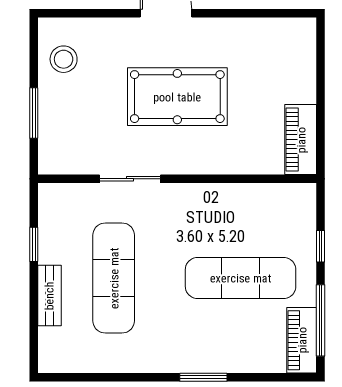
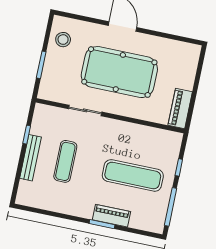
pool table: (177, 97) -> (119, 72), width x1.36, depth x1.32
exercise mat: (114, 278) -> (65, 161), width x0.73, depth x0.69
bench: (49, 296) -> (31, 158), width x1.36
piano: (302, 340) -> (111, 216), moved, turned 90

